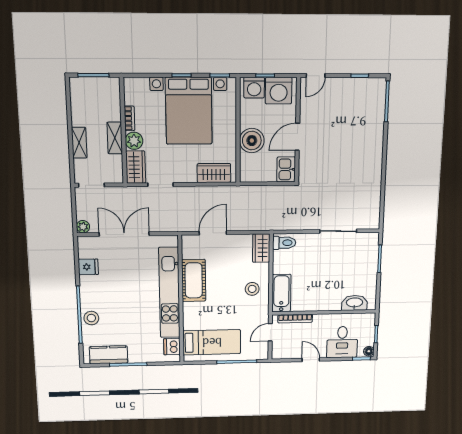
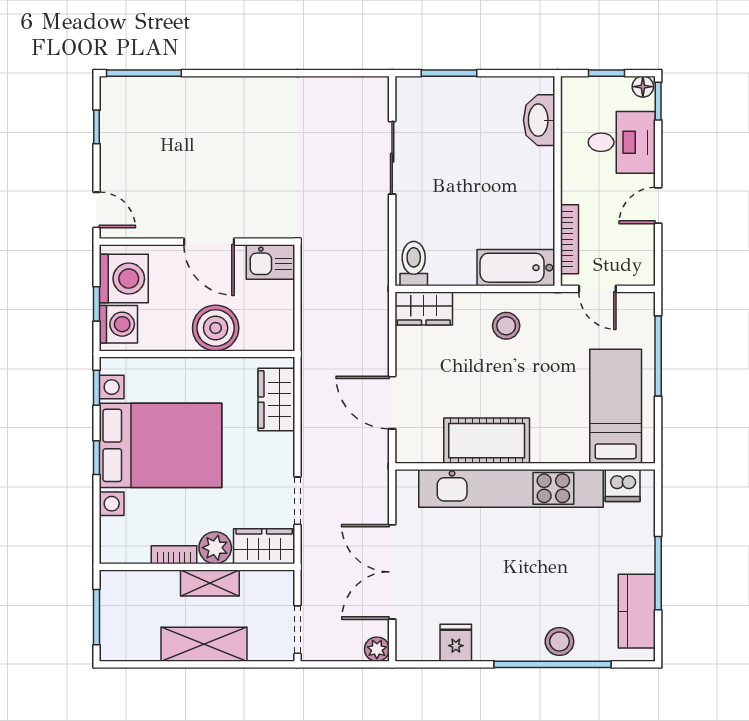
shelving: (79, 143) -> (204, 644), width x1.50, depth x1.33

